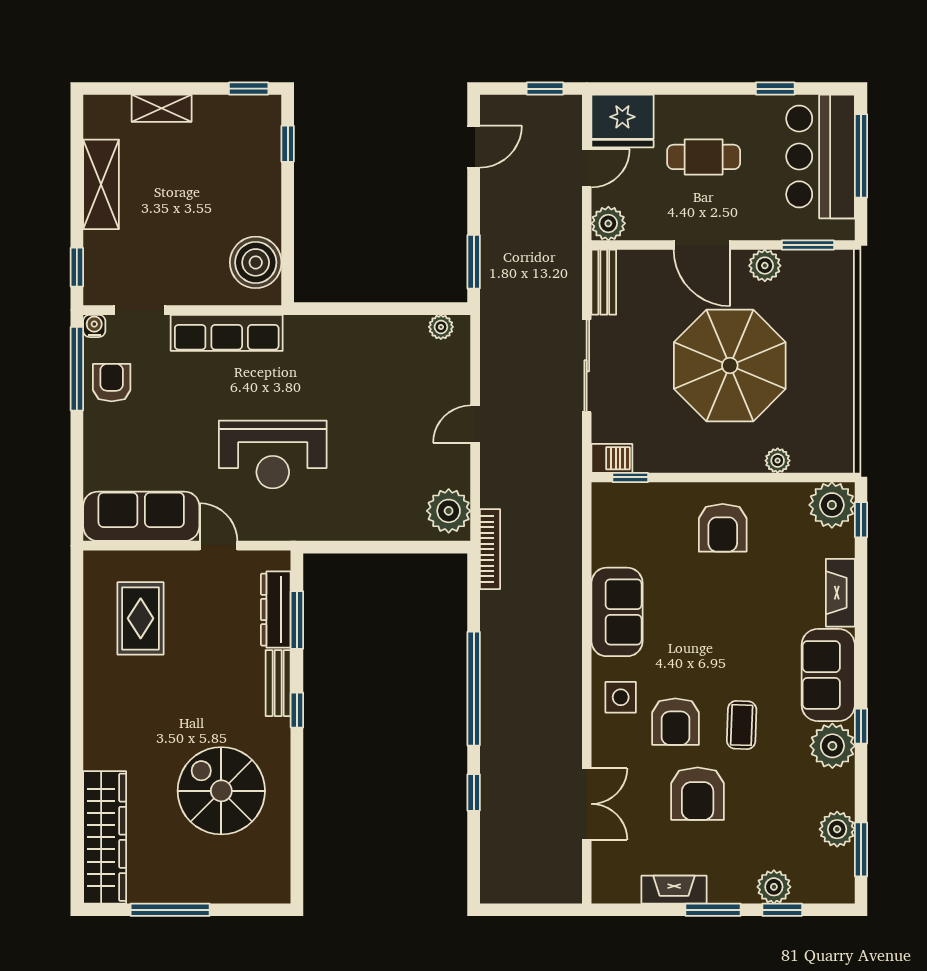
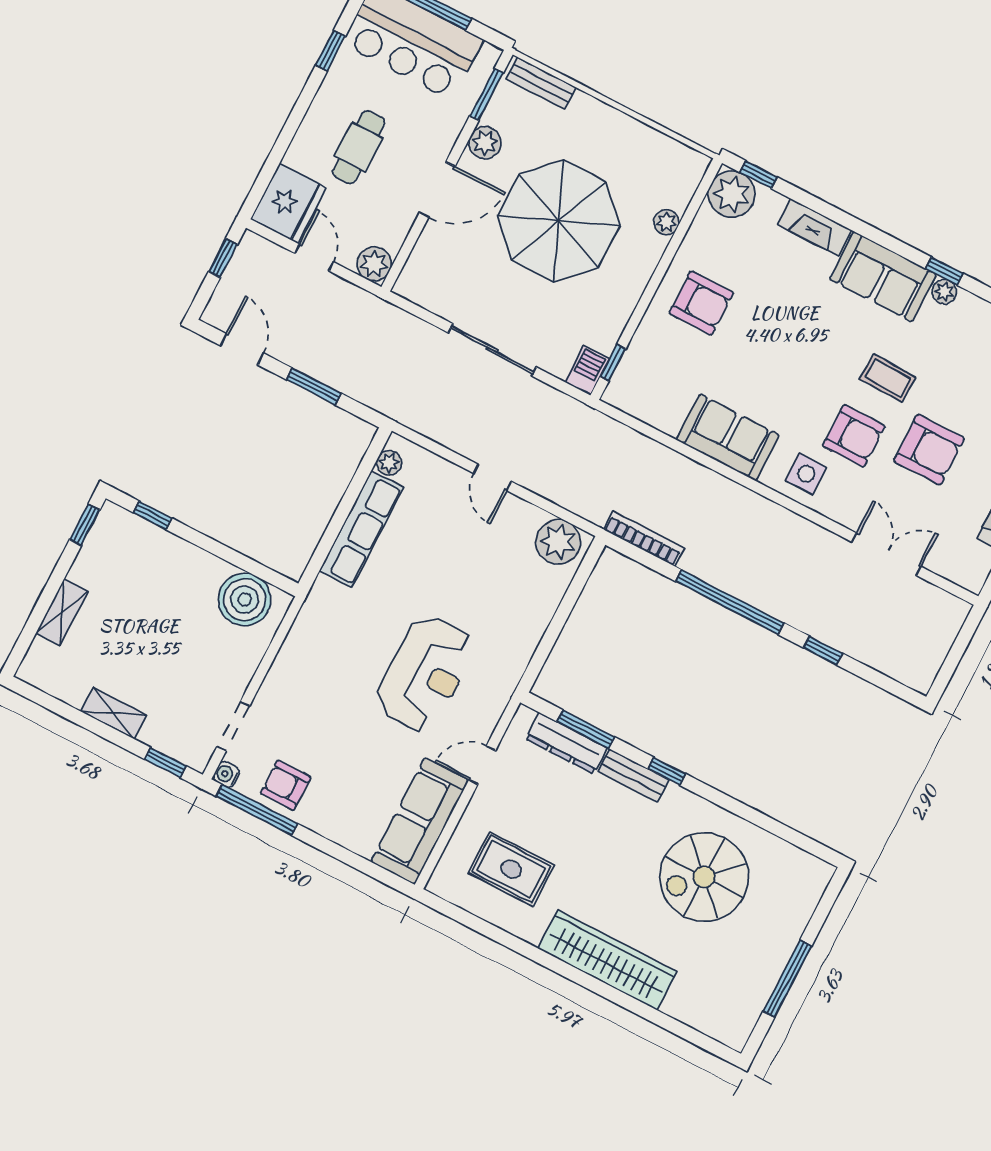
shelving: (101, 184) -> (114, 713), width x0.67, depth x0.75
window: (474, 262) -> (314, 386), moved
bench: (604, 282) -> (541, 83), moved
row of seats: (227, 333) -> (361, 529), moved
bookcase: (490, 549) -> (644, 539), moved
plant: (832, 746) -> (944, 292), width x0.53, depth x0.53
wardrobe: (105, 837) -> (608, 960), moved

